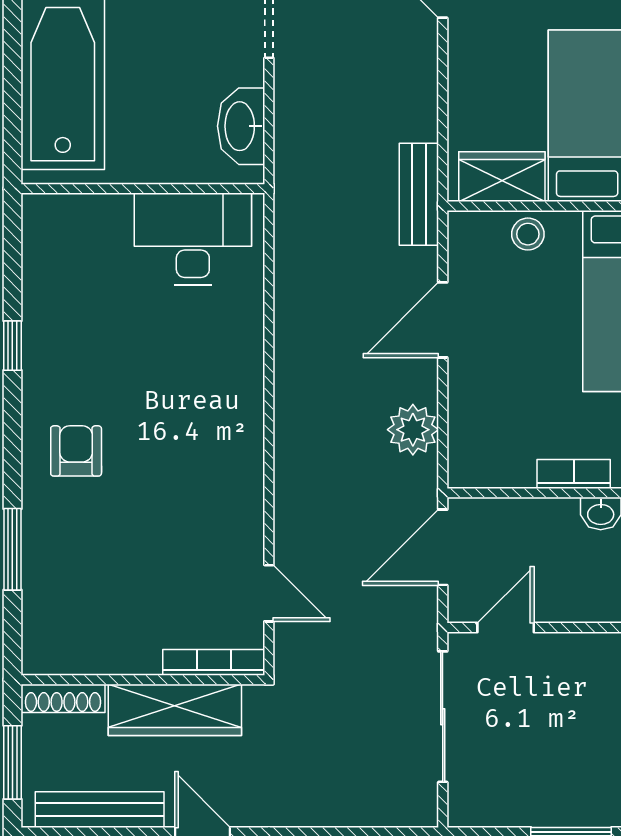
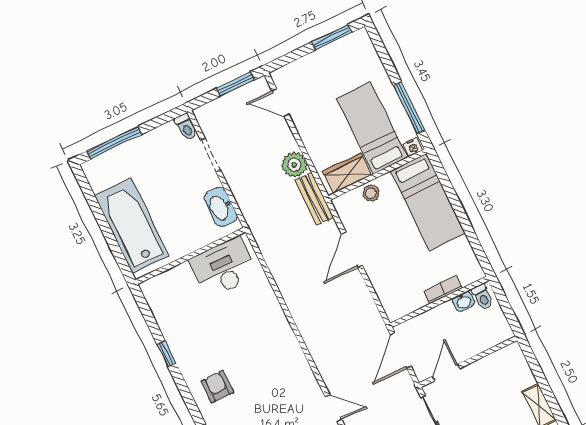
plant: (413, 430) -> (294, 165), moved

